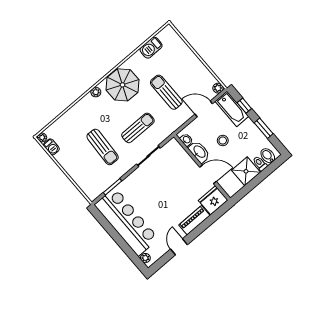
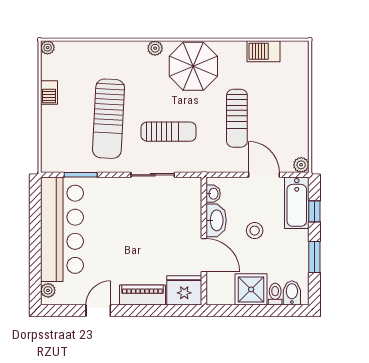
sun lounger: (166, 92) -> (237, 118), turned 180
barbecue: (51, 147) -> (49, 92), moved
sun lounger: (103, 147) -> (109, 119), width x1.36, depth x1.34

